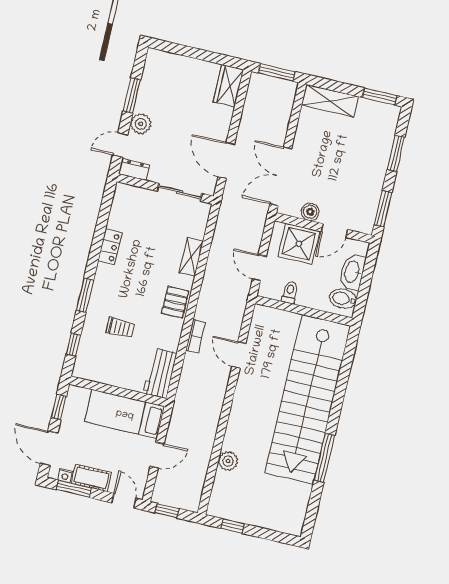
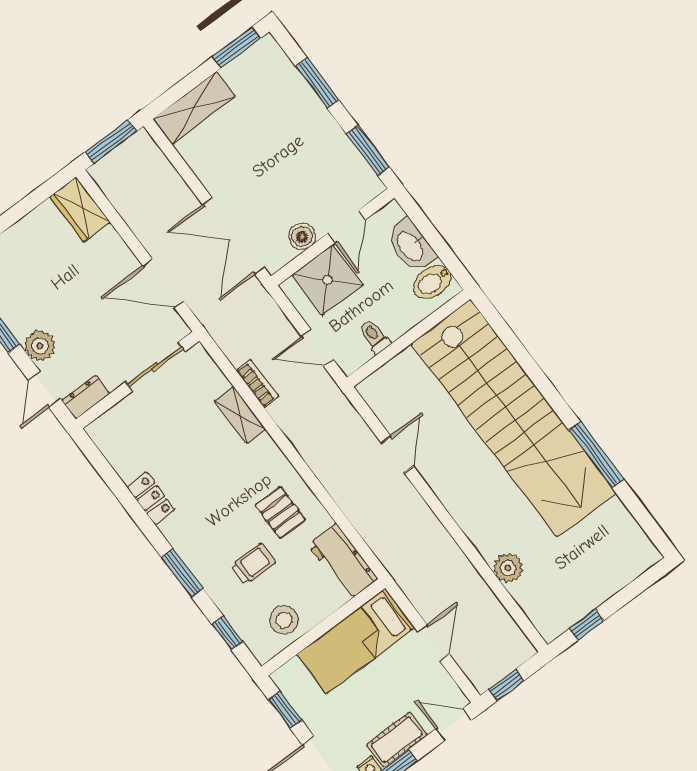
pallet: (175, 302) -> (280, 512), moved
bookcase: (195, 336) -> (257, 383), moved
door: (239, 355) -> (397, 454), swing flipped
stool: (105, 368) -> (284, 620), added

